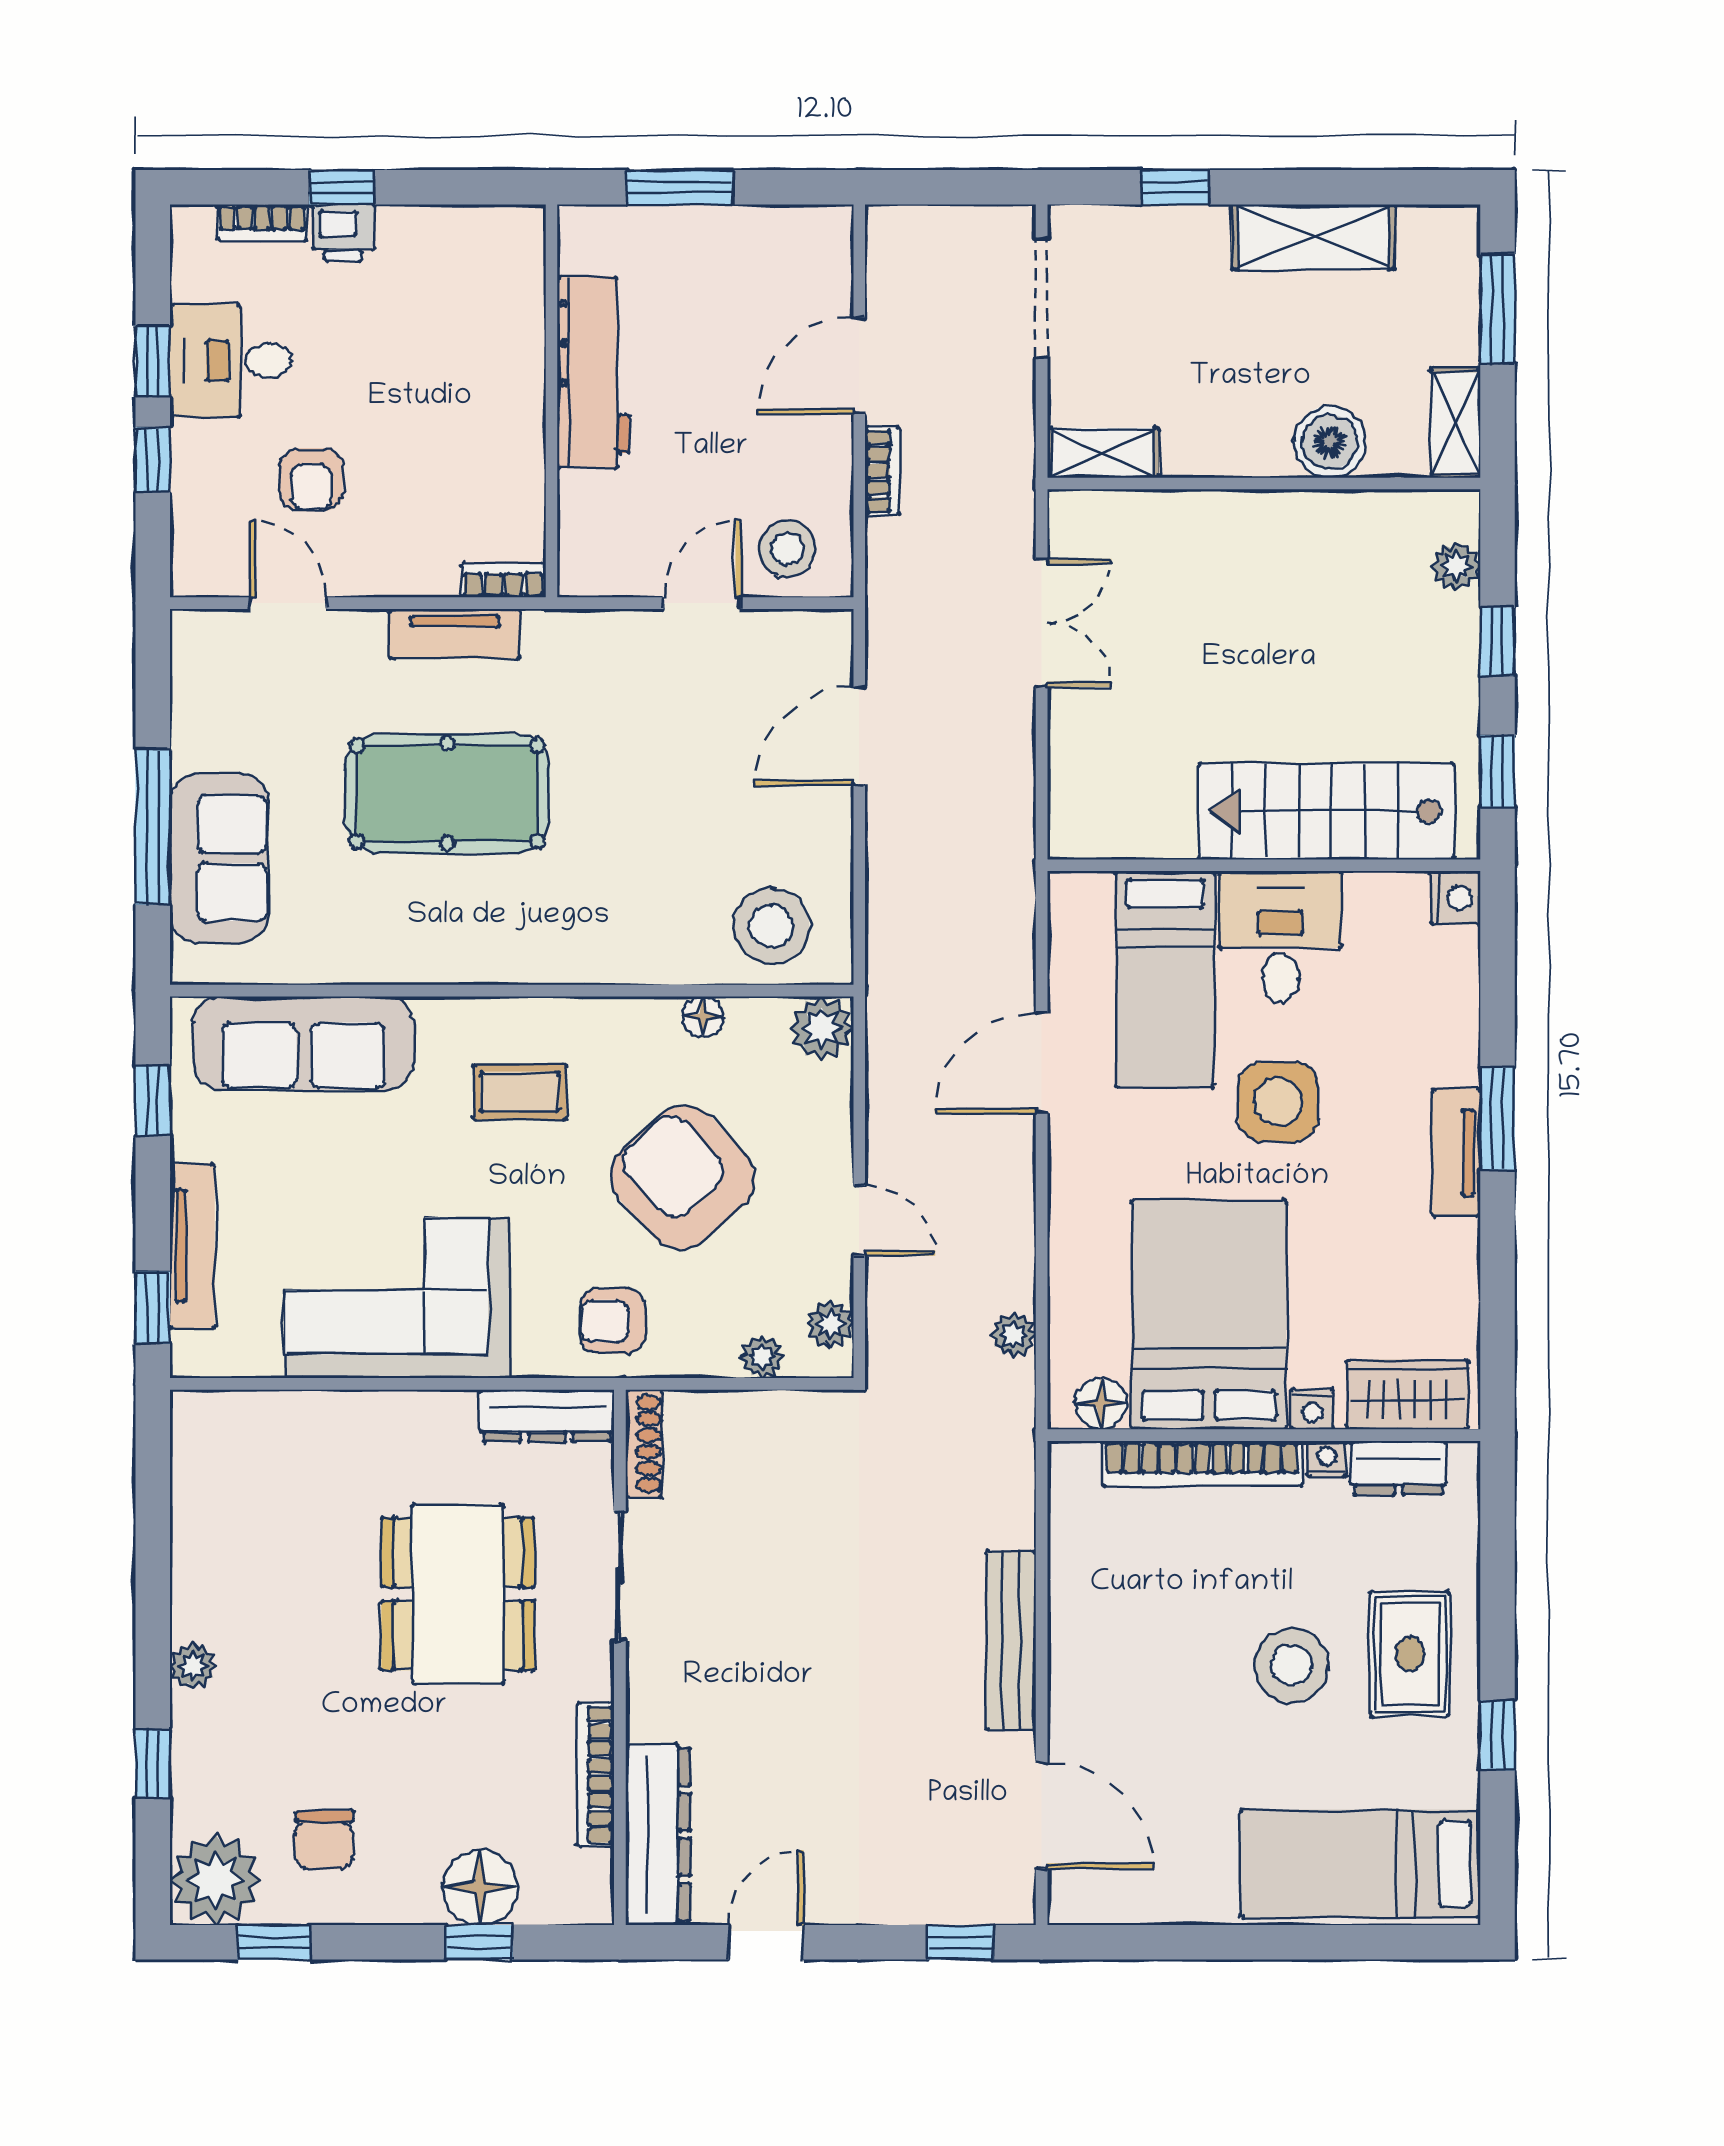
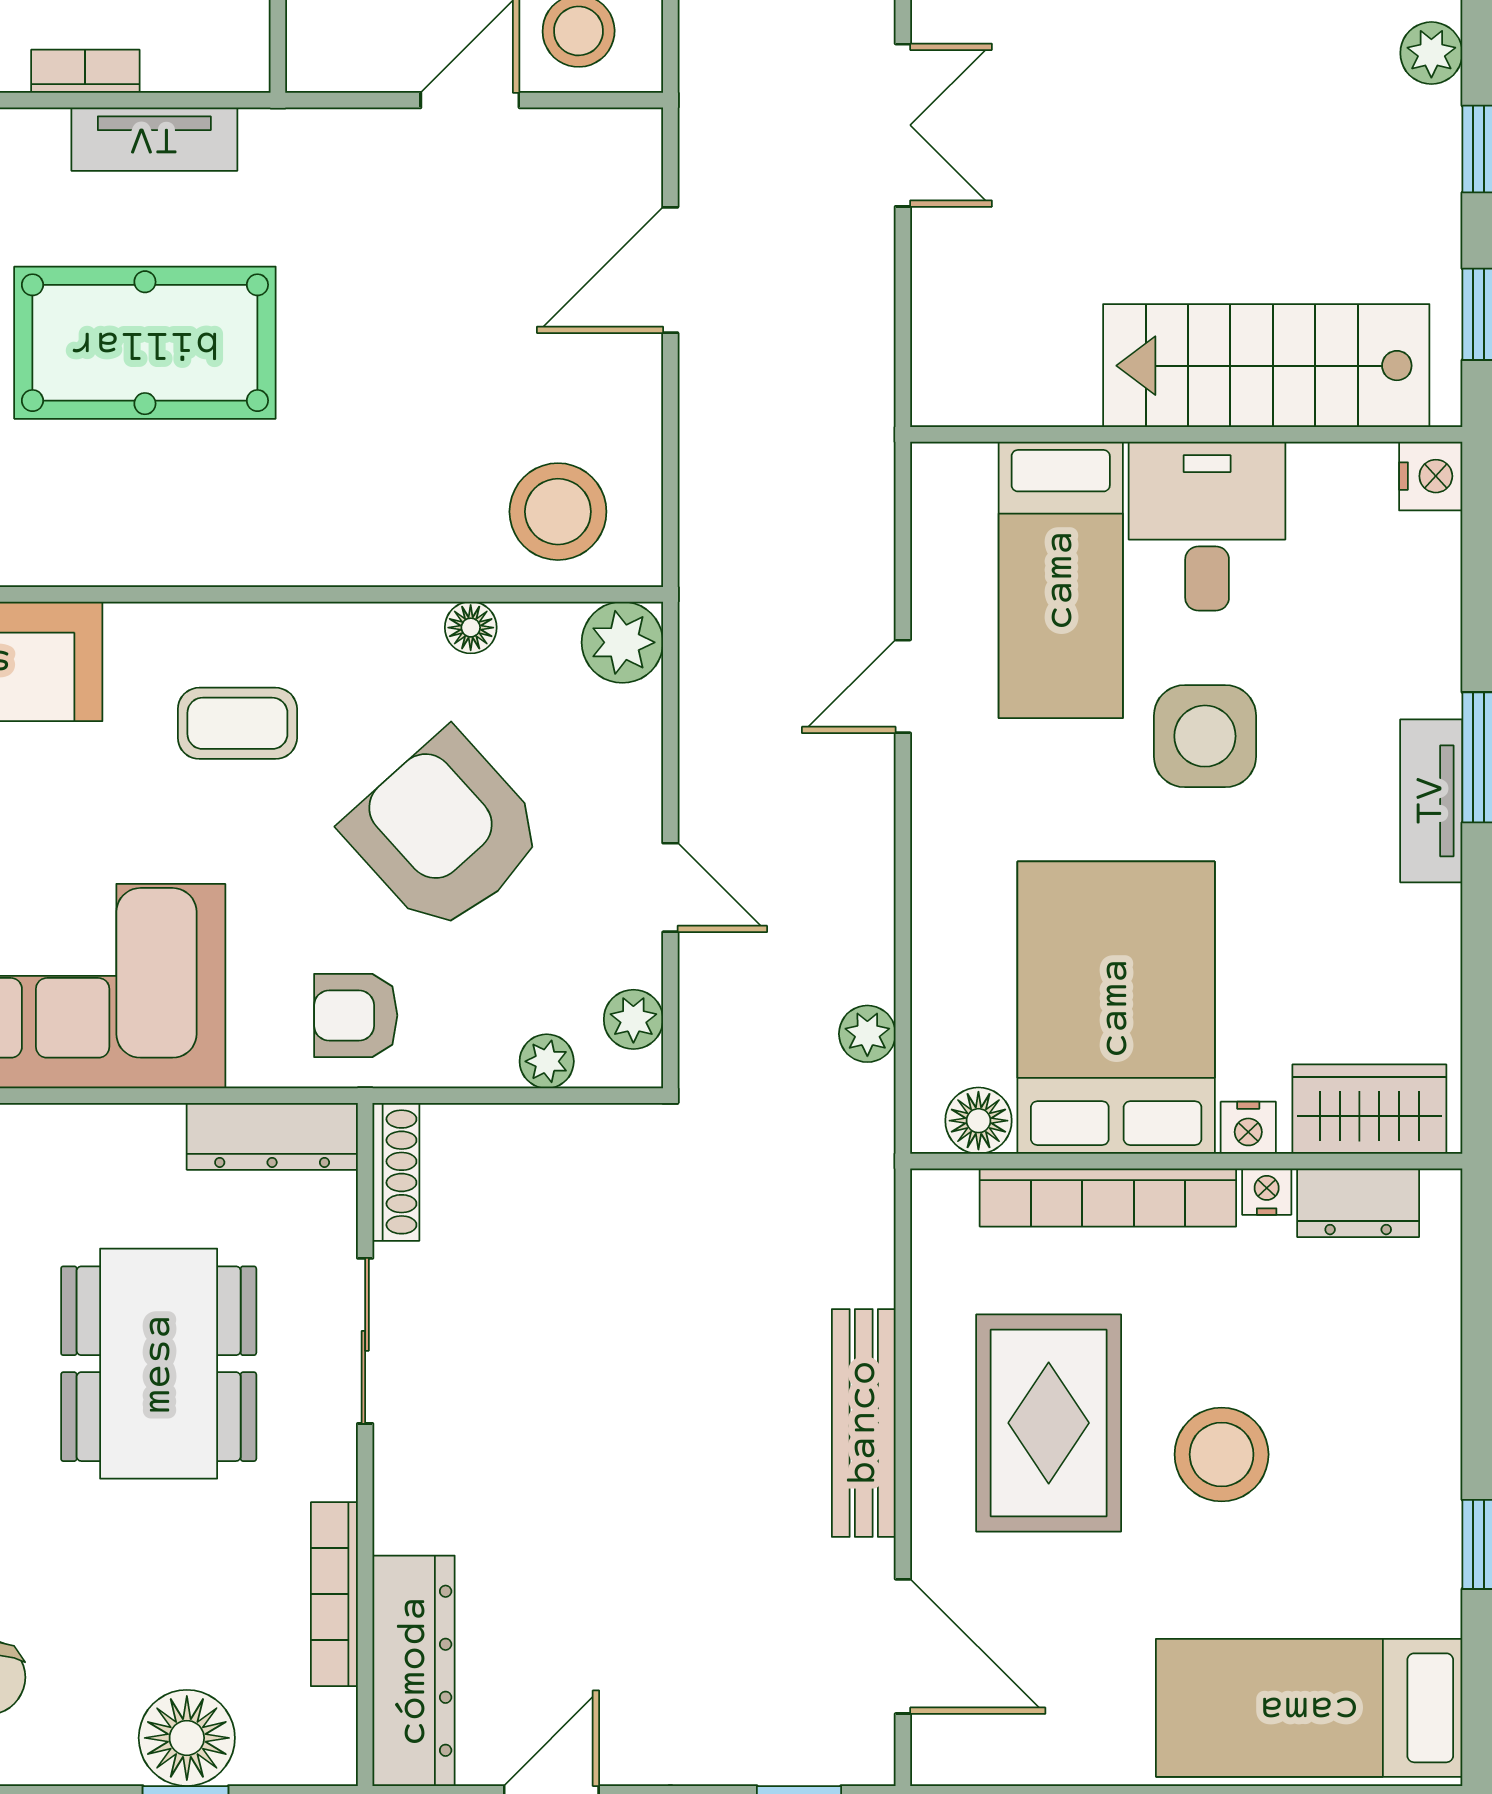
bookcase: (503, 580) -> (85, 71), moved
door: (1042, 1063) -> (903, 686), width x0.73
rug: (1410, 1654) -> (1049, 1423), moved, width x1.36, depth x1.43

